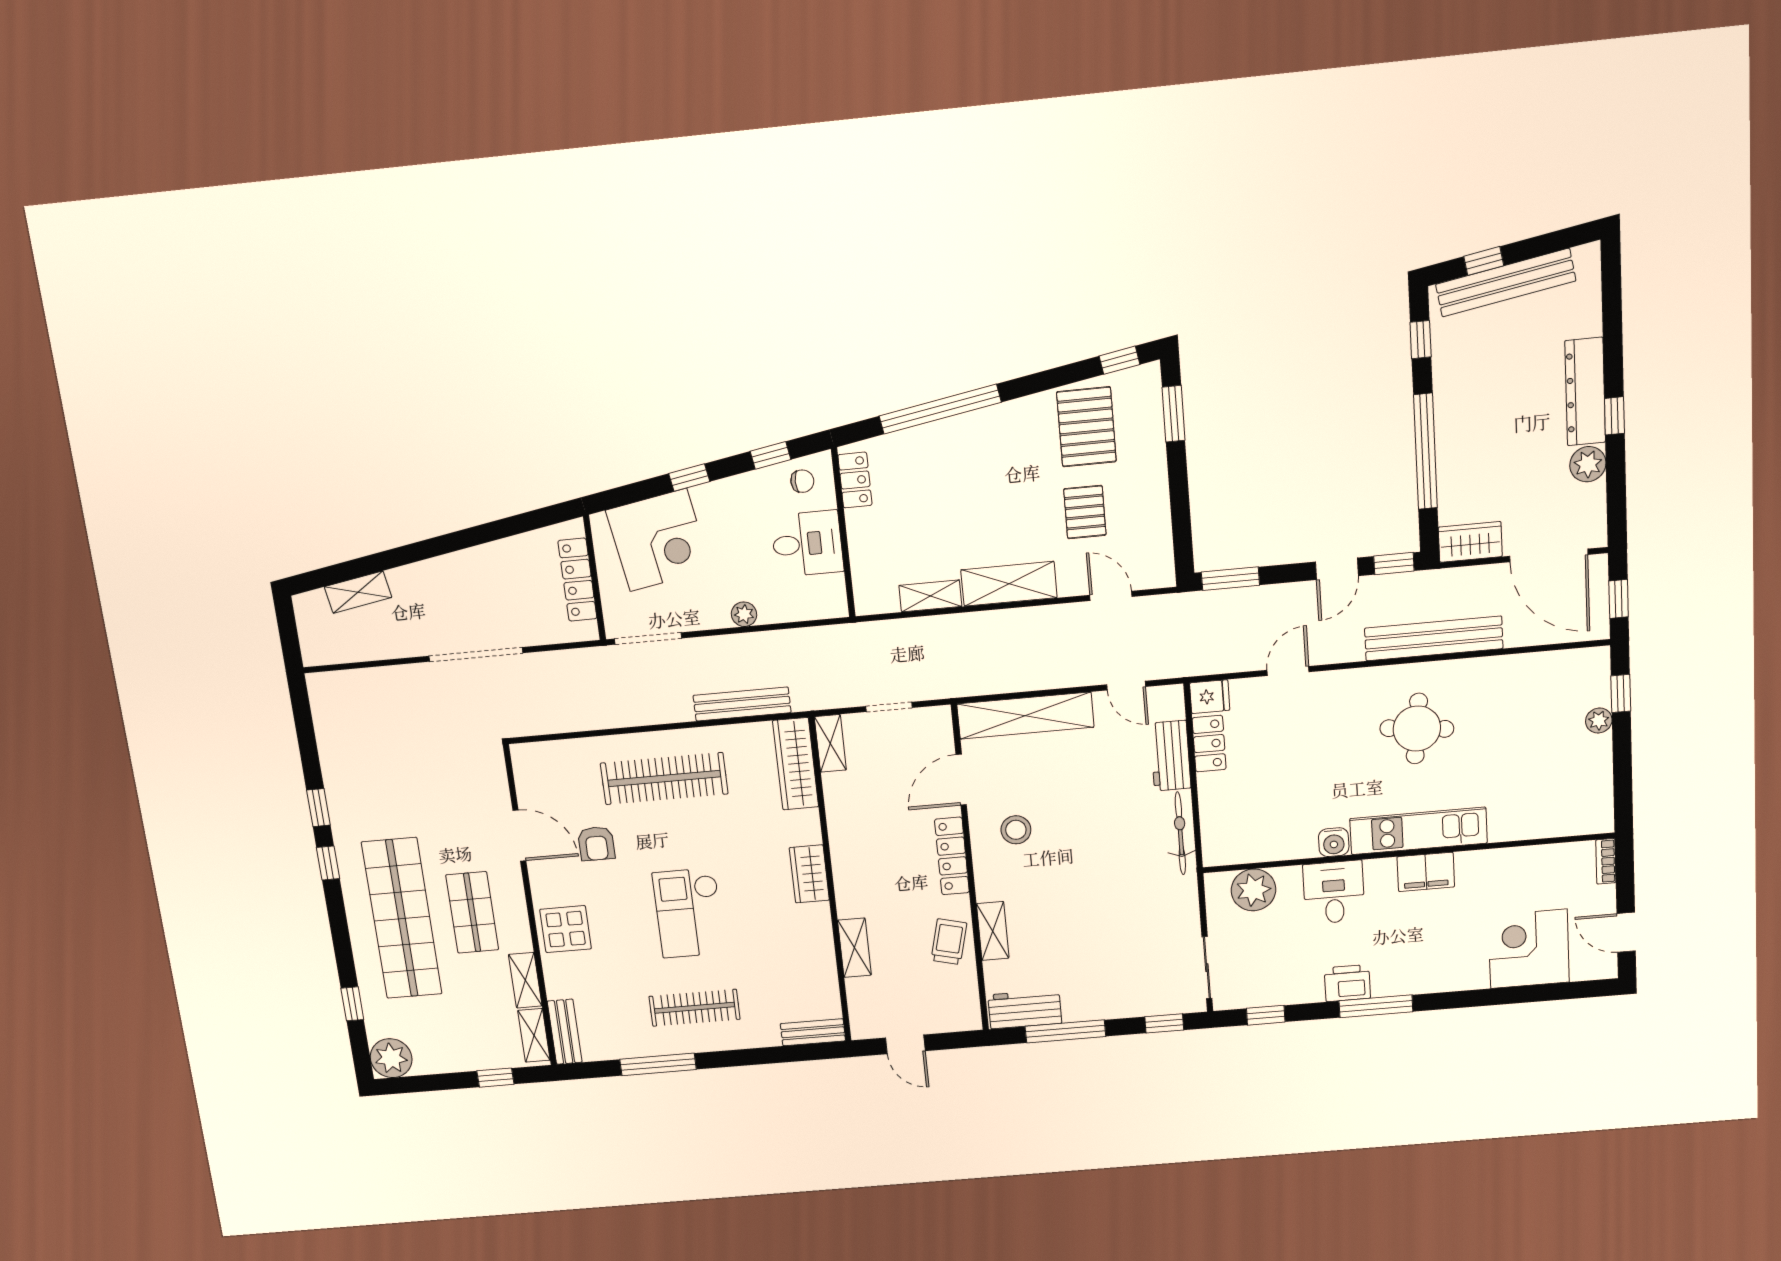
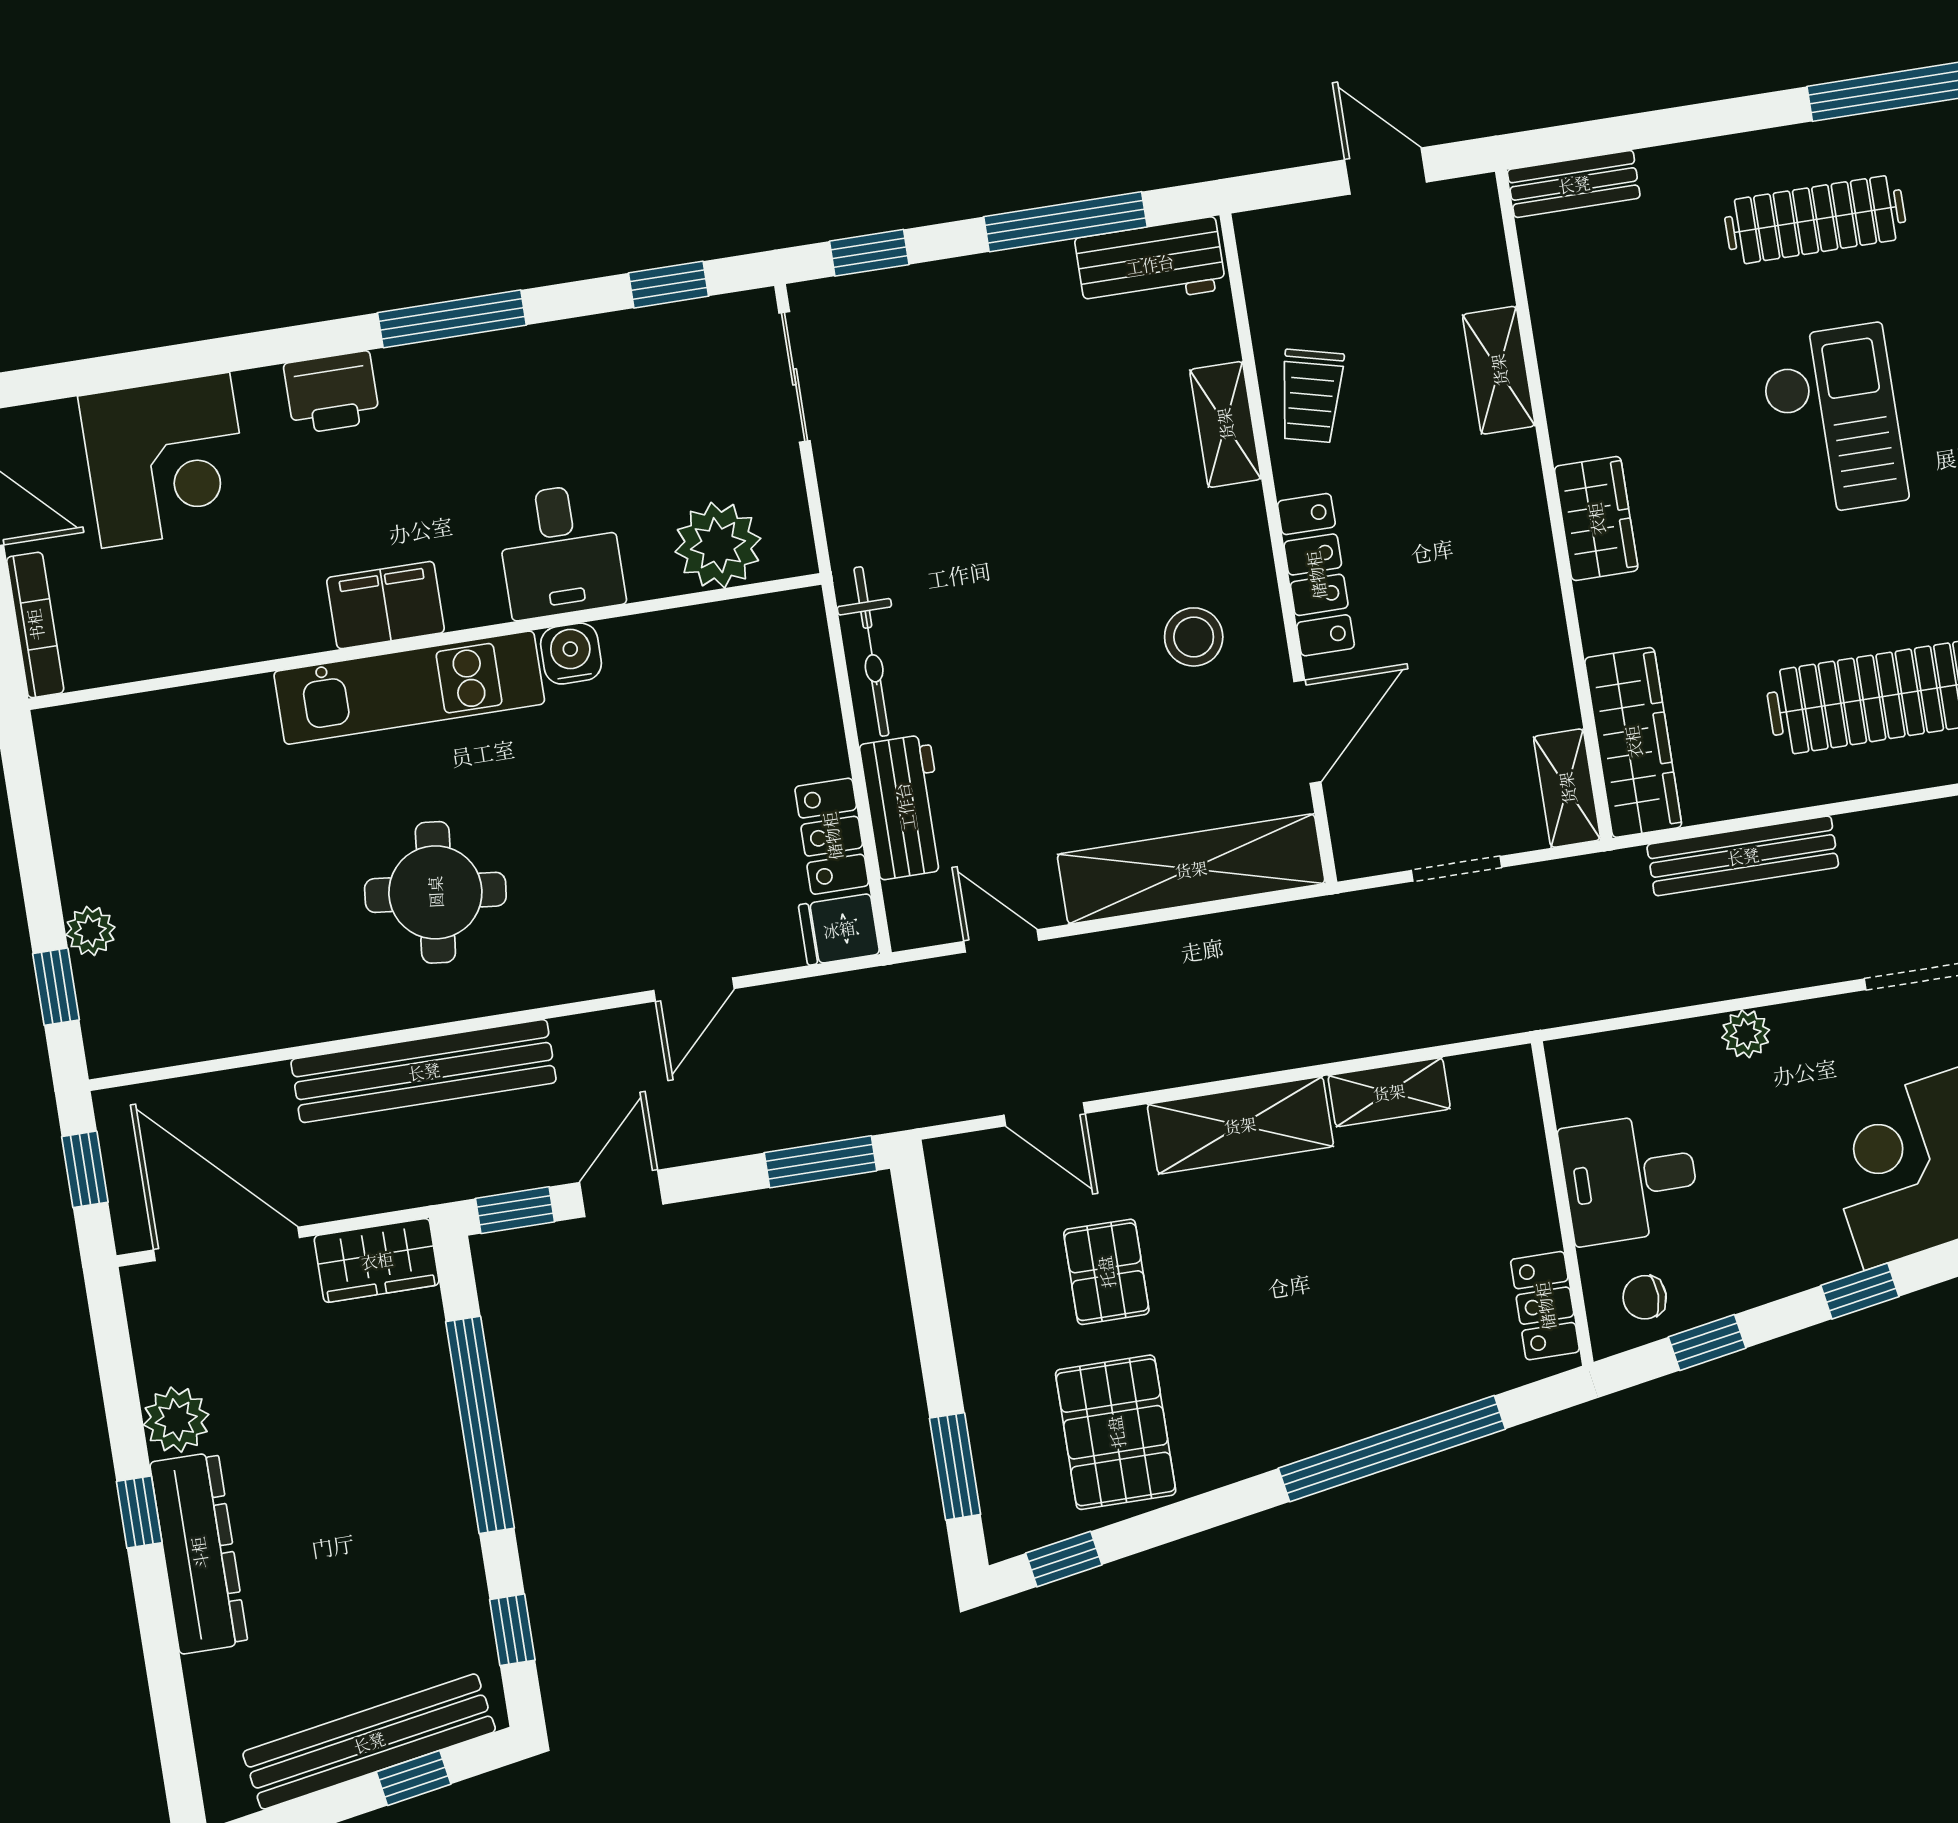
bookcase: (1606, 861) -> (35, 625), width x1.56
printer: (1347, 983) -> (332, 393), moved

